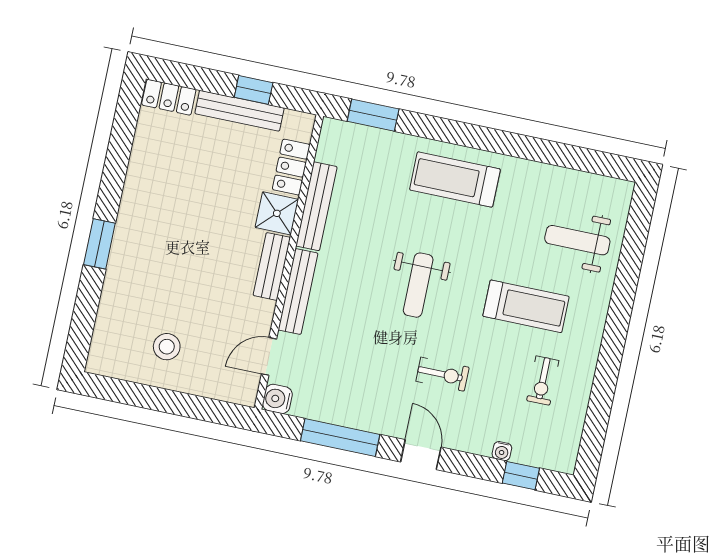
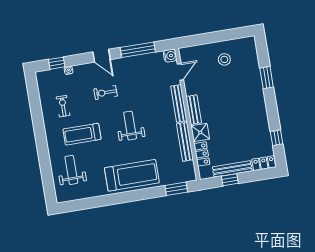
window: (121, 140) -> (277, 138), added
treadmill: (455, 179) -> (132, 175), width x1.37, depth x1.38
weight bench: (577, 240) -> (71, 170), turned -90
window: (99, 244) -> (267, 78), moved

